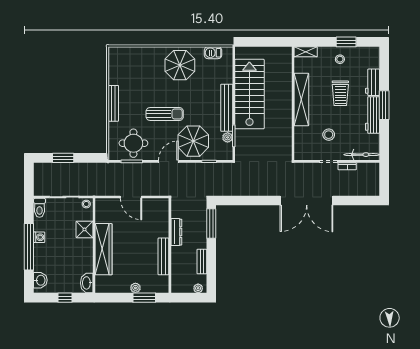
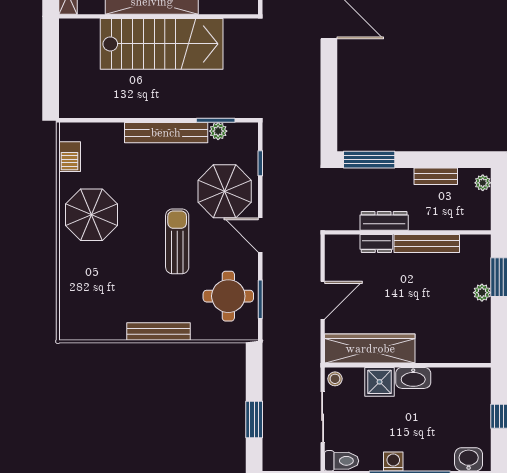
stairs: (249, 94) -> (162, 44), moved, turned 180
dresser: (163, 228) -> (376, 244), added
wardrobe: (104, 249) -> (370, 349), moved
washbasin: (87, 283) -> (413, 378), moved

